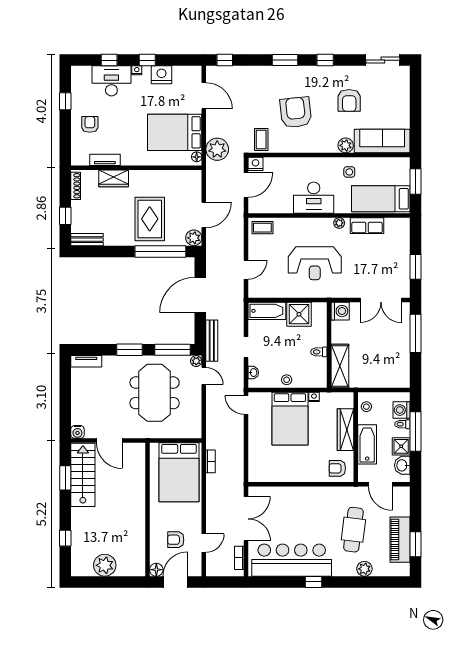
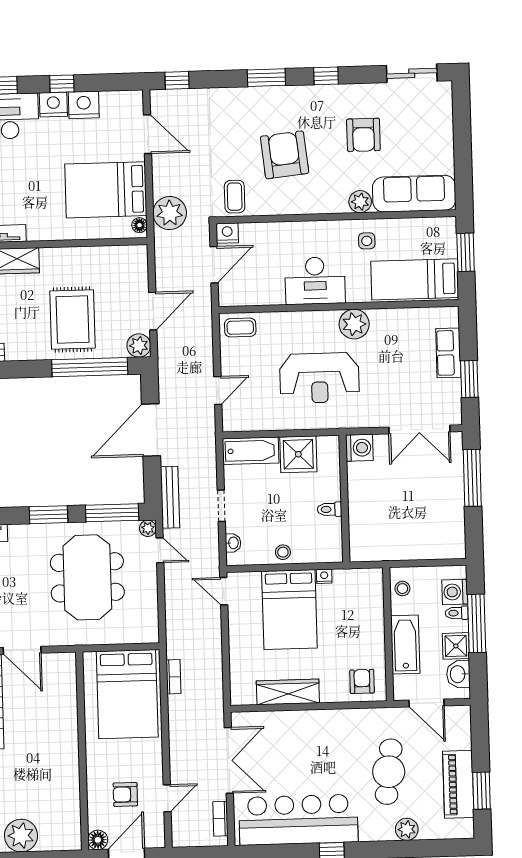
nightstand: (137, 70) -> (53, 105), width x1.89, depth x1.79
plant: (339, 223) -> (354, 324), width x1.87, depth x1.87
row of seats: (367, 226) -> (448, 353), moved, turned 90
shelving: (340, 366) -> (361, 529), removed
wardrobe: (346, 430) -> (288, 692), moved, turned 90
armchair: (337, 468) -> (362, 681), turned 90

